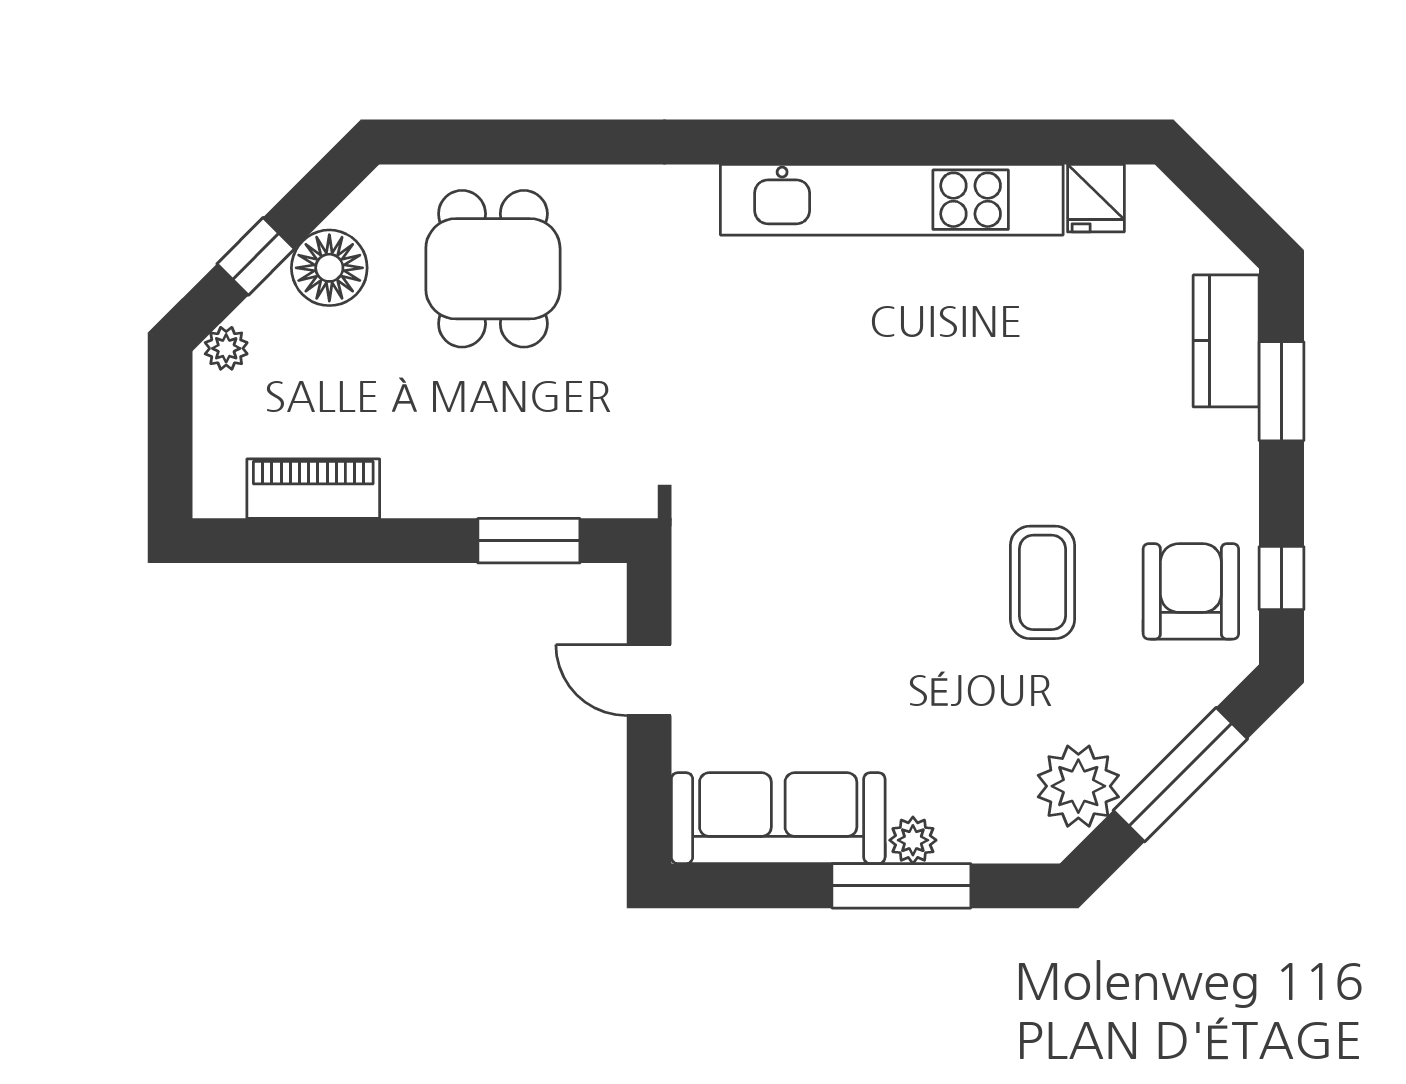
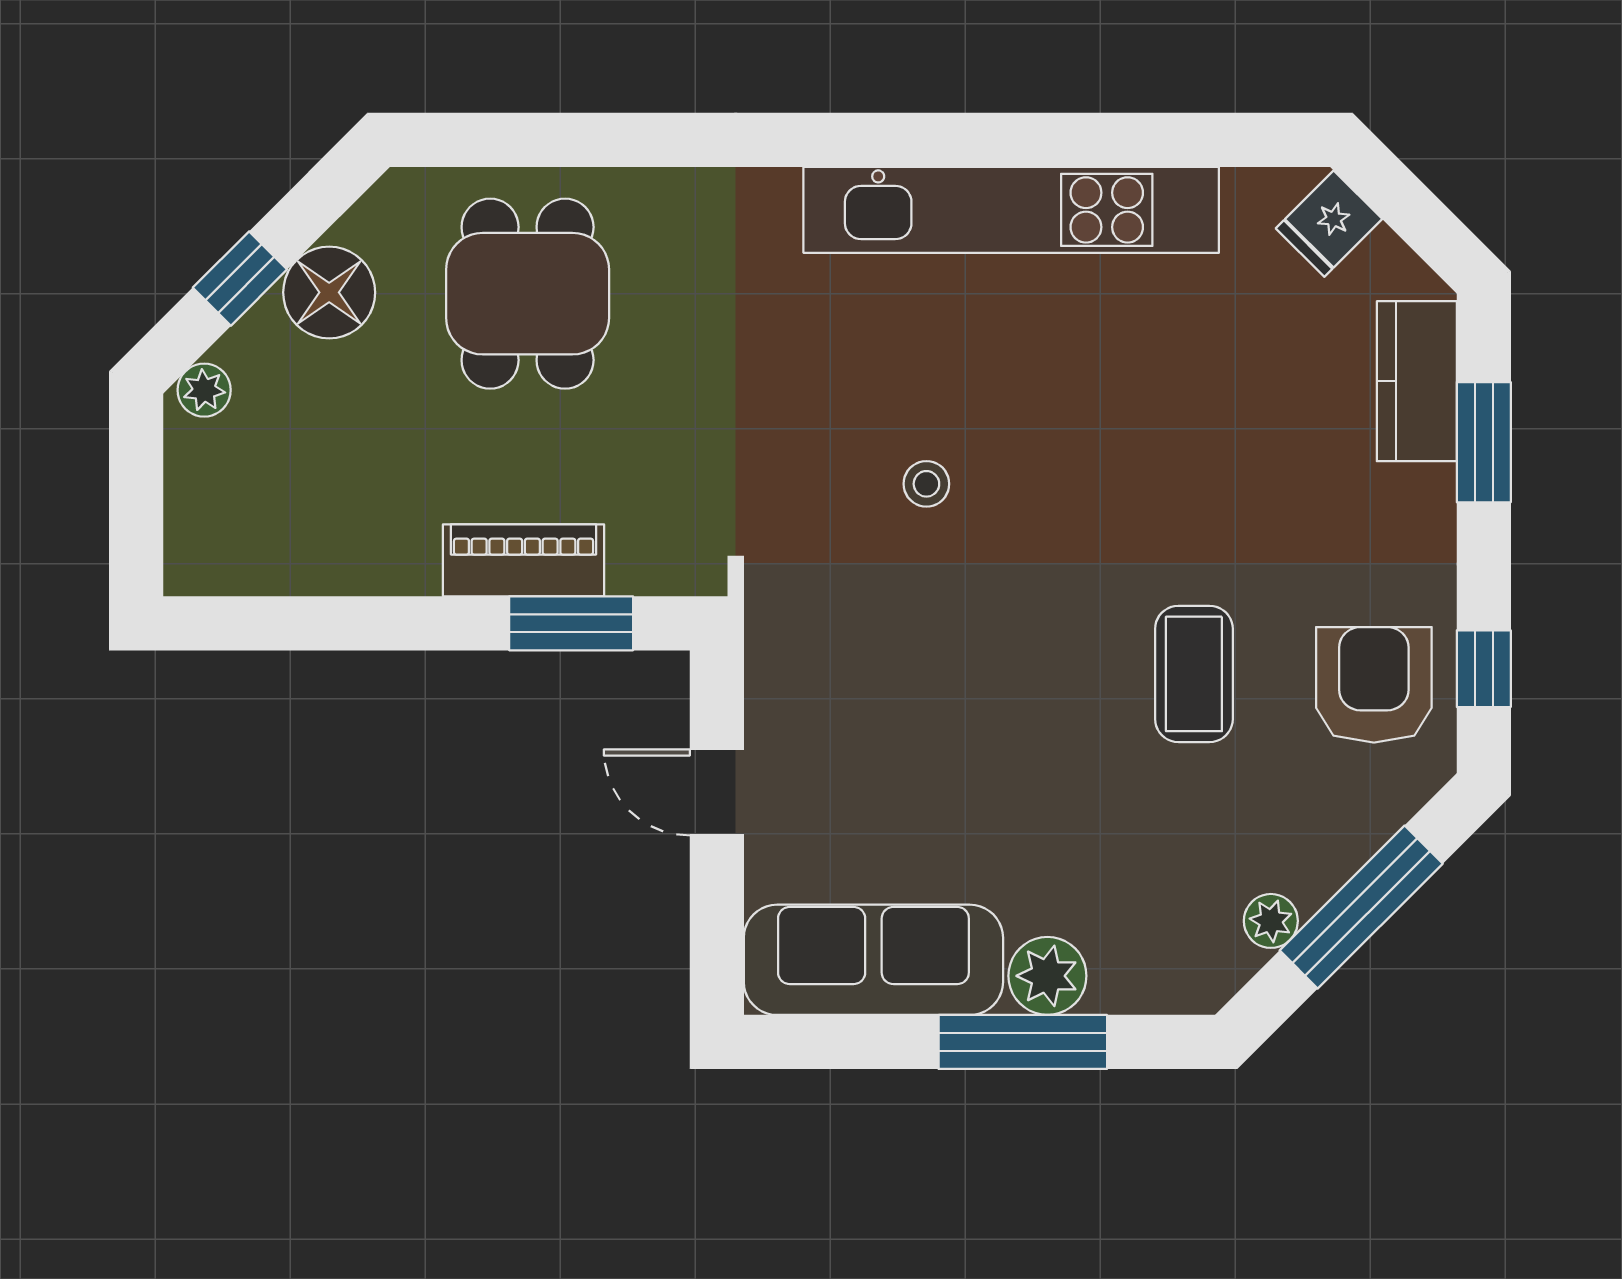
fridge: (1096, 198) -> (1329, 224), moved, turned 45
stool: (822, 426) -> (926, 484), added
piano: (313, 489) -> (523, 560), moved
plant: (1078, 786) -> (1271, 921), width x0.53, depth x0.53
plant: (913, 840) -> (1047, 976), width x1.38, depth x1.38

